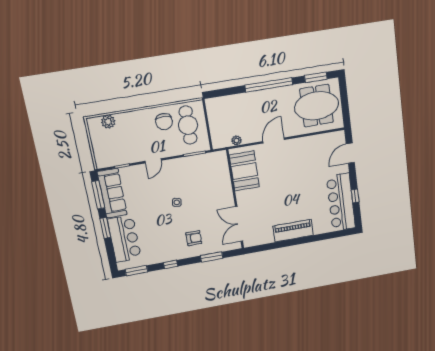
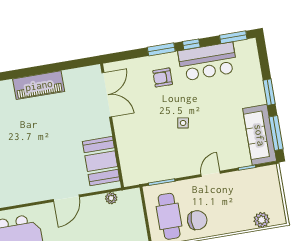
chair: (164, 122) -> (197, 220), turned 90
bar counter: (124, 239) -> (208, 62), moved, turned -90
window: (212, 257) -> (161, 49), moved

